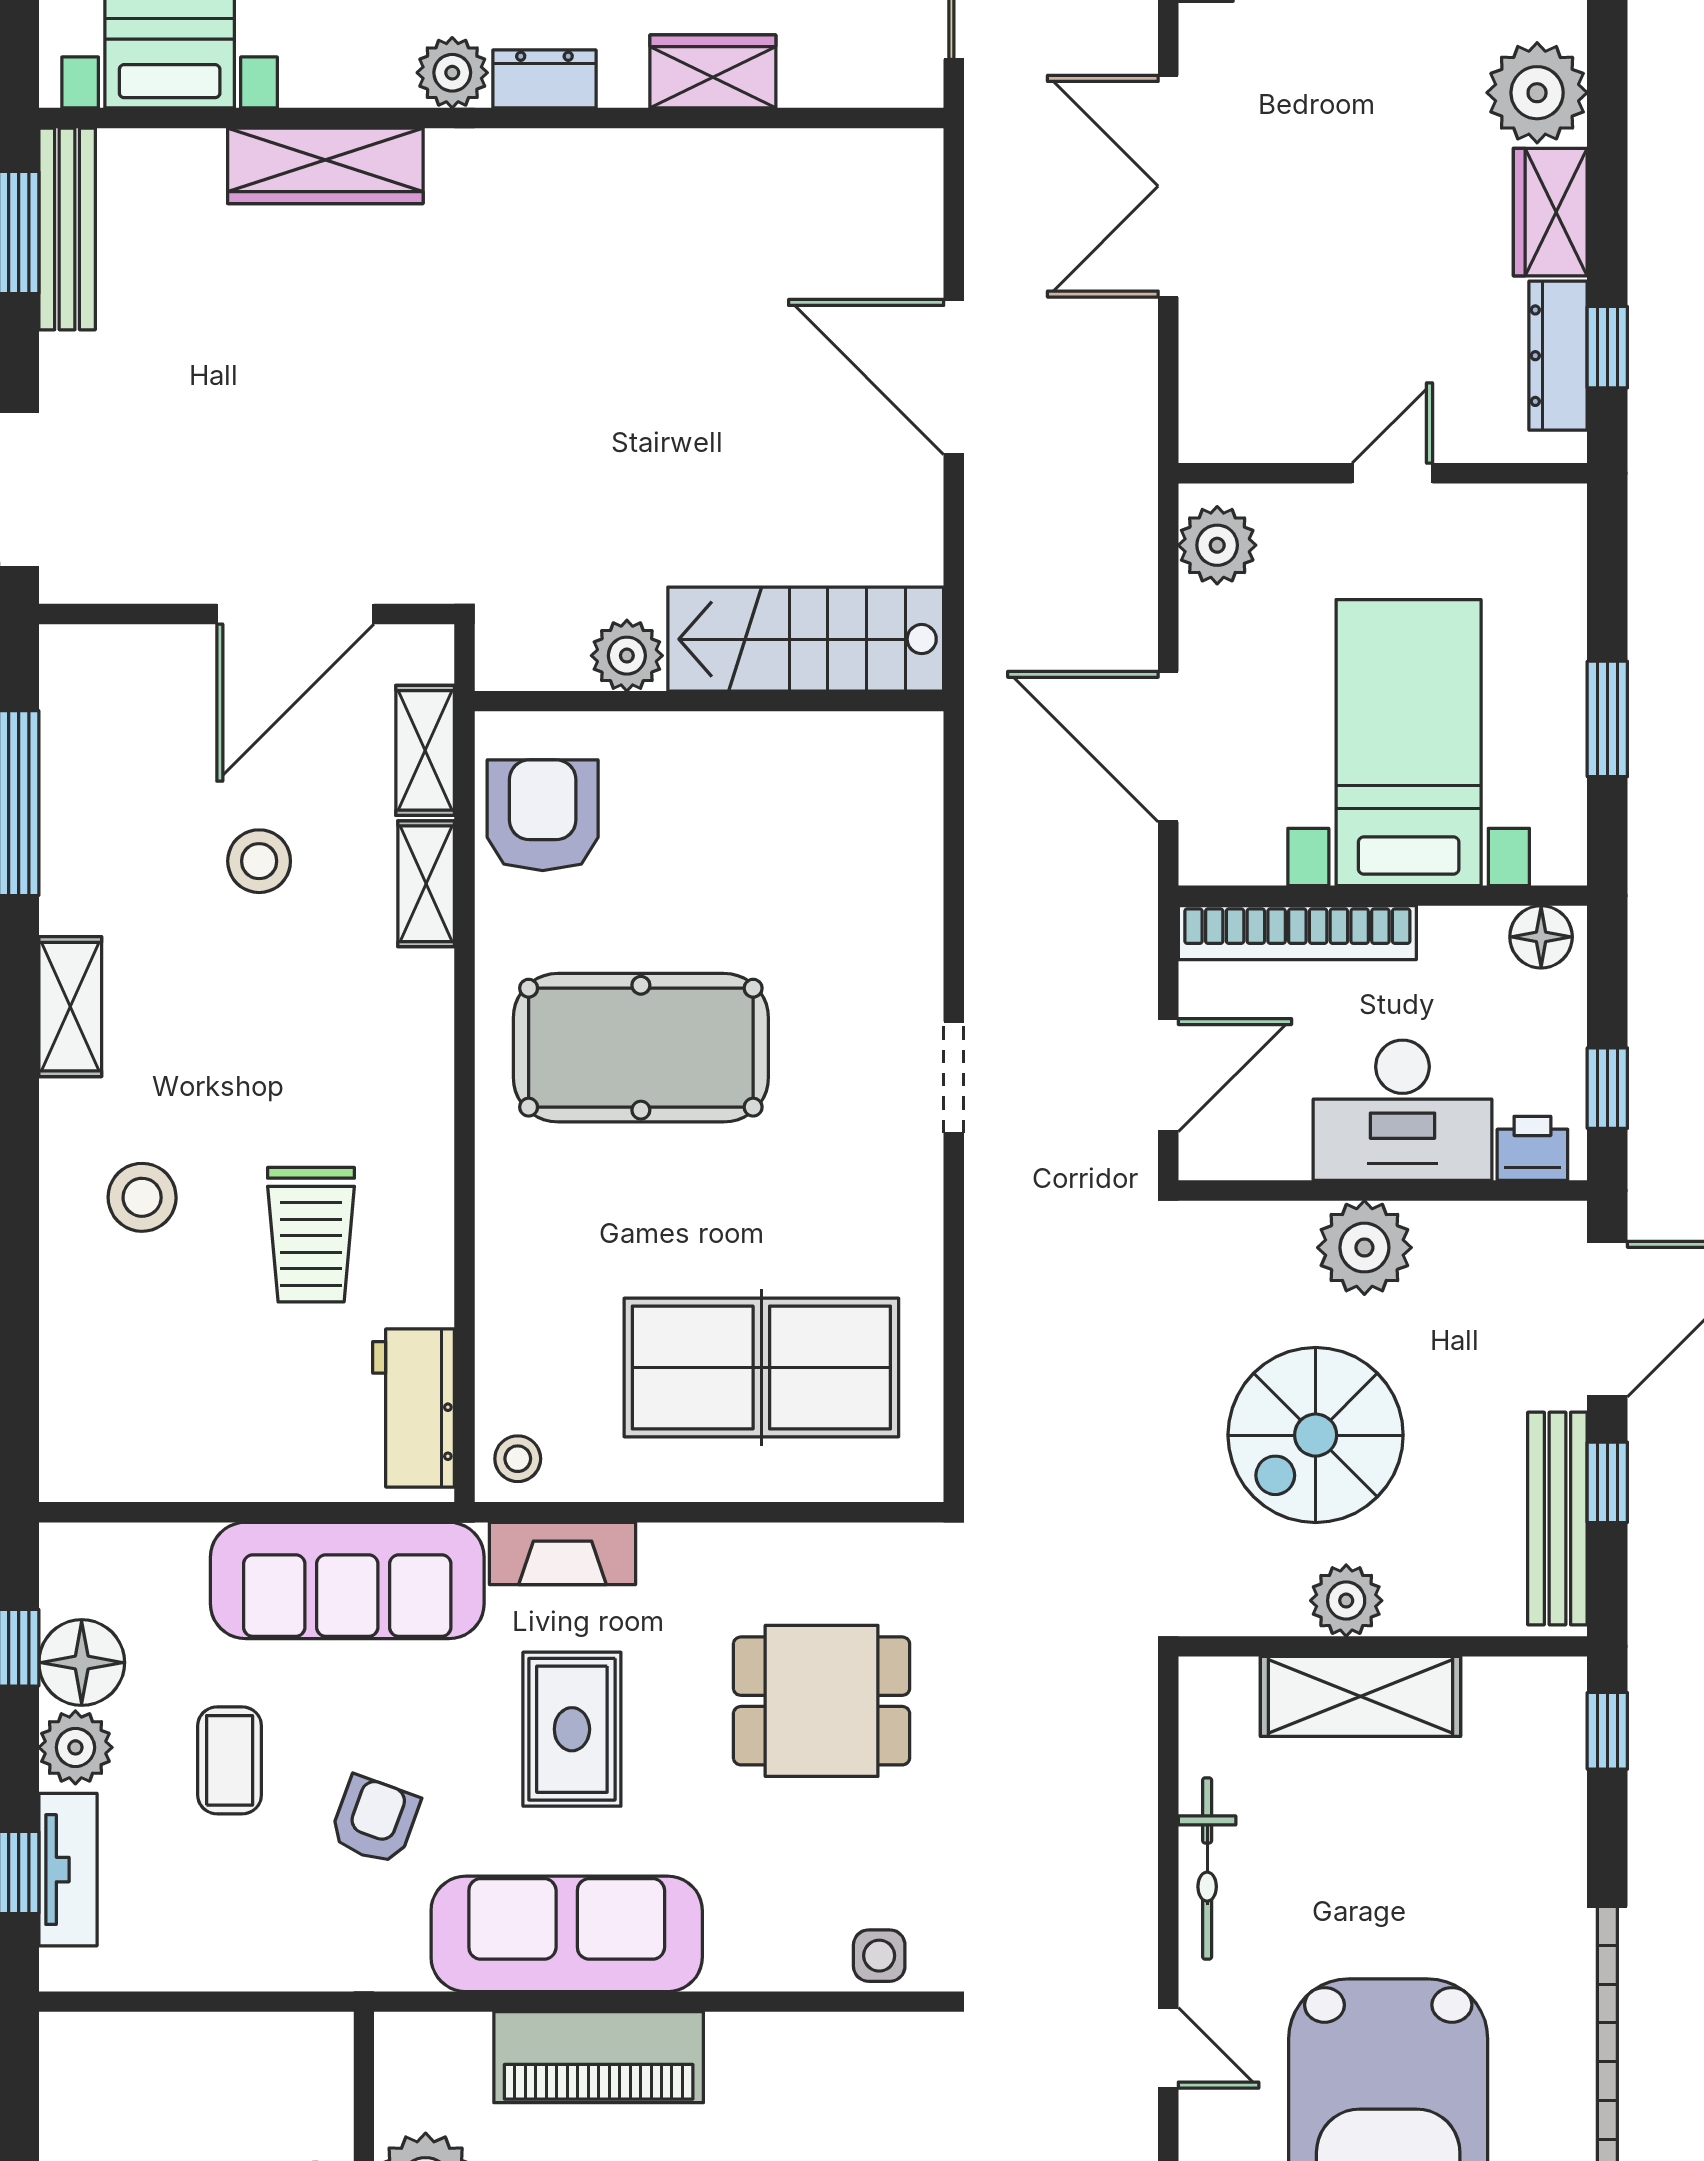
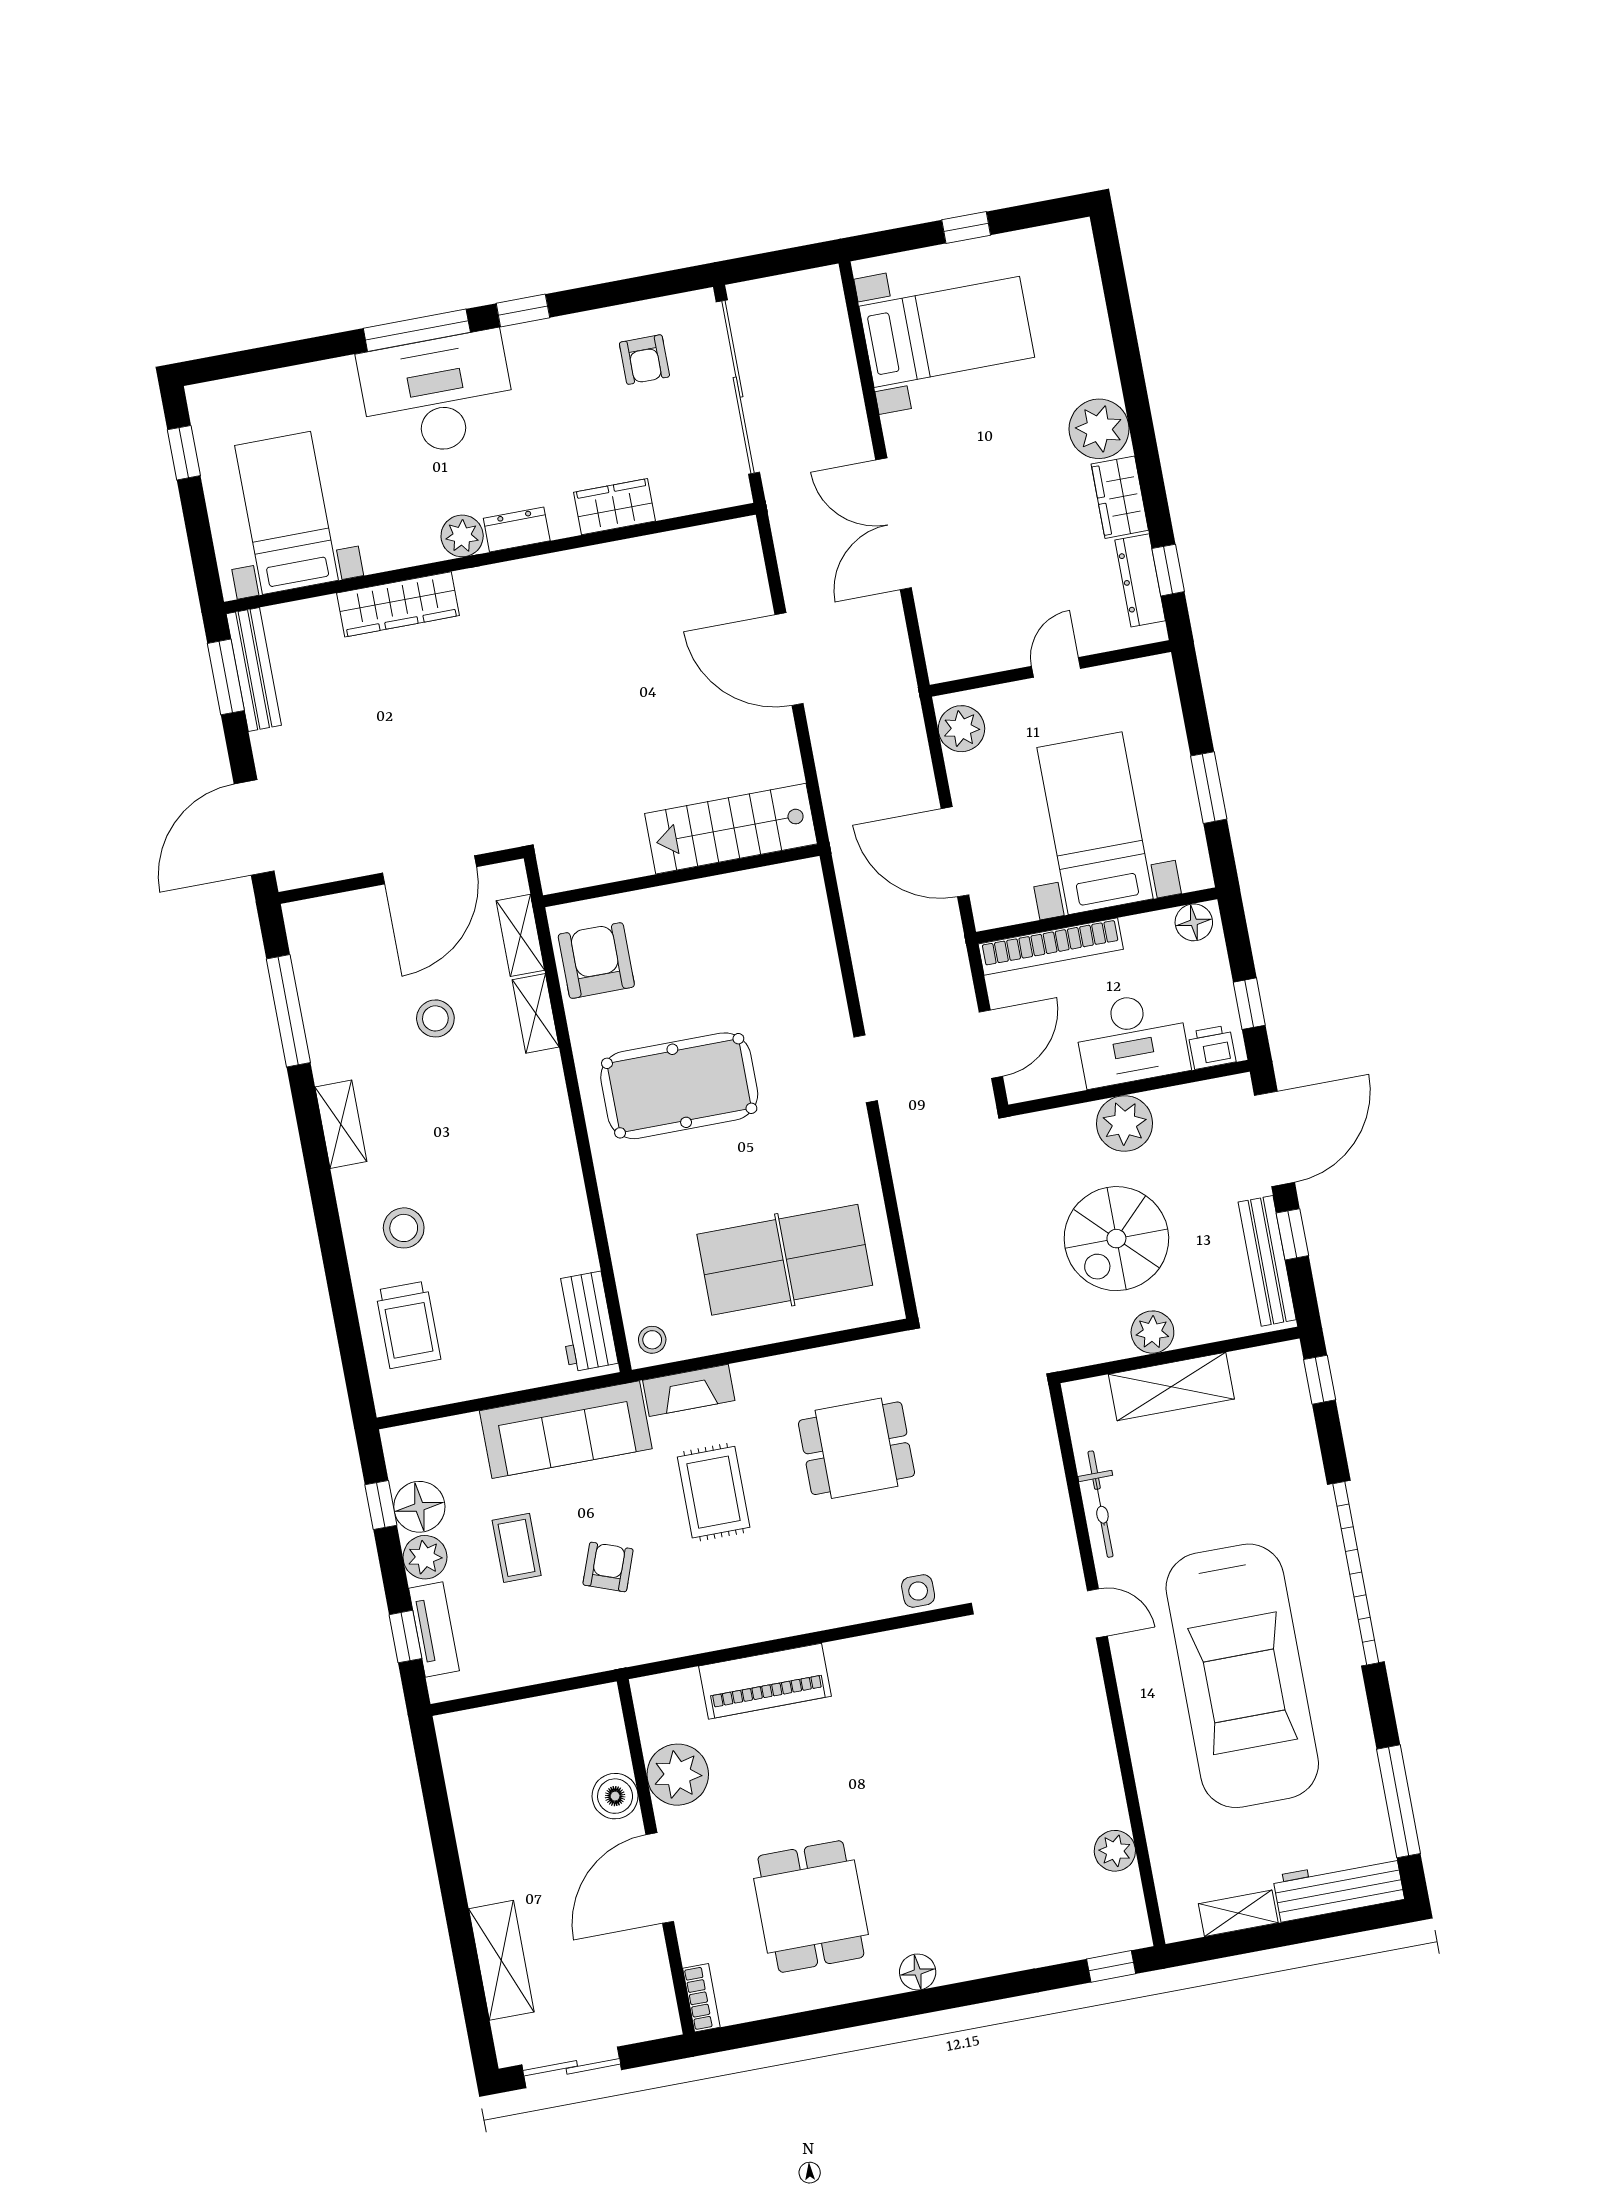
plant: (627, 656) -> (628, 858), removed
trolley: (311, 1235) -> (408, 1325), moved
sofa: (567, 1934) -> (733, 1612), removed

